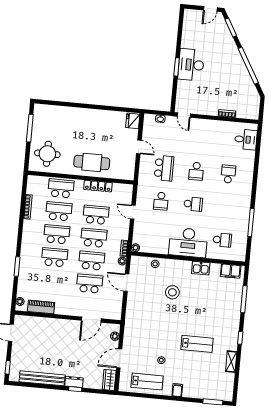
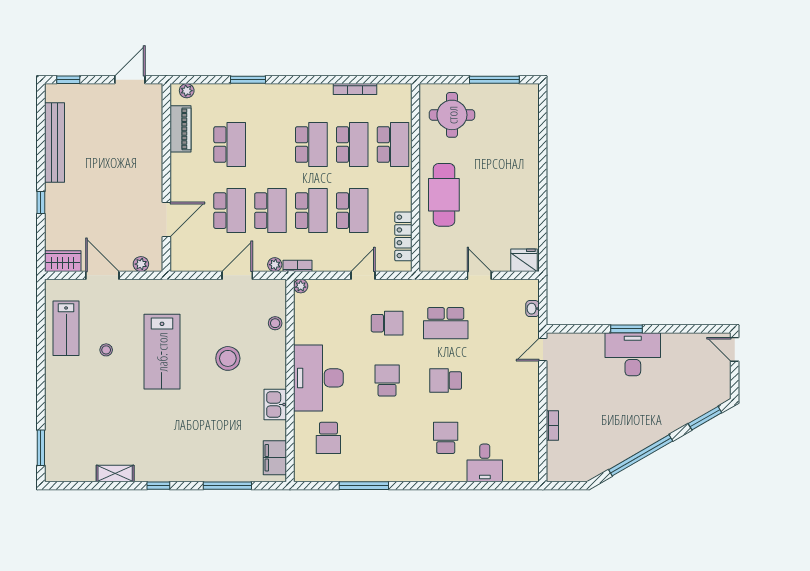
door: (210, 9) -> (735, 349), moved
desk: (246, 140) -> (485, 463), moved
door: (139, 147) -> (479, 275), swing flipped
school desk: (228, 174) -> (446, 438), turned -90
locker: (98, 186) -> (403, 236), moved
school desk: (161, 201) -> (387, 323), turned 180
school desk: (193, 204) -> (387, 381), turned 180
school desk: (55, 257) -> (230, 145), moved
door: (91, 320) -> (166, 220), swing flipped
lab bench: (197, 344) -> (162, 352), moved, width x1.36, depth x1.39
dresser: (74, 382) -> (53, 199), removed
filing cabinet: (177, 390) -> (56, 383), removed

